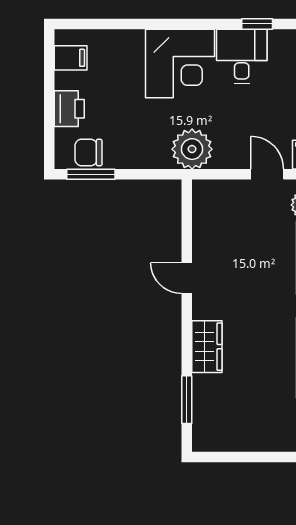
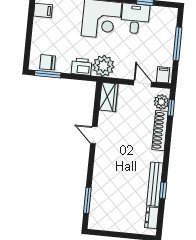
printer: (69, 109) -> (82, 67), moved, turned -90
wardrobe: (207, 347) -> (108, 97), moved

